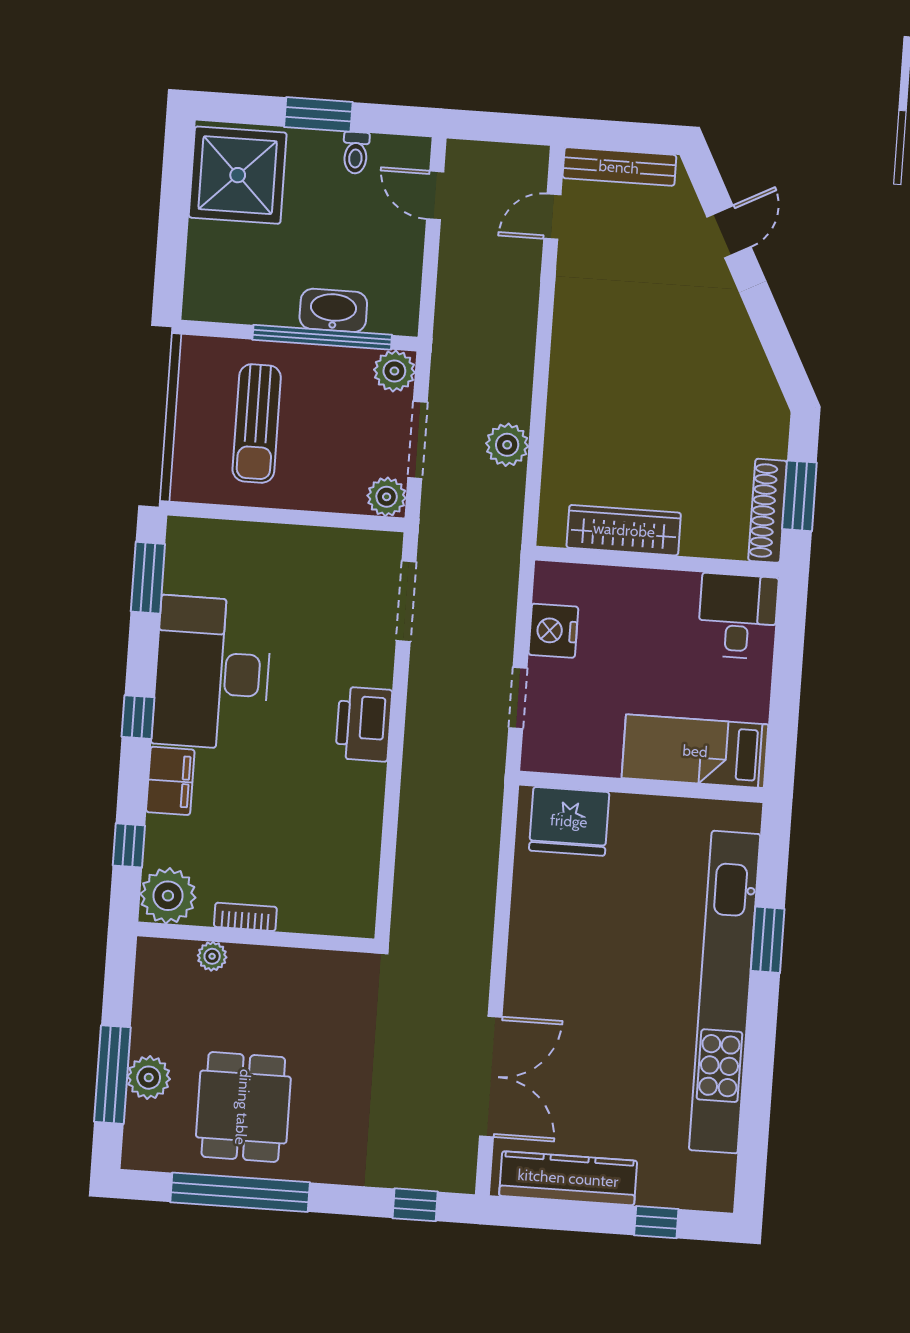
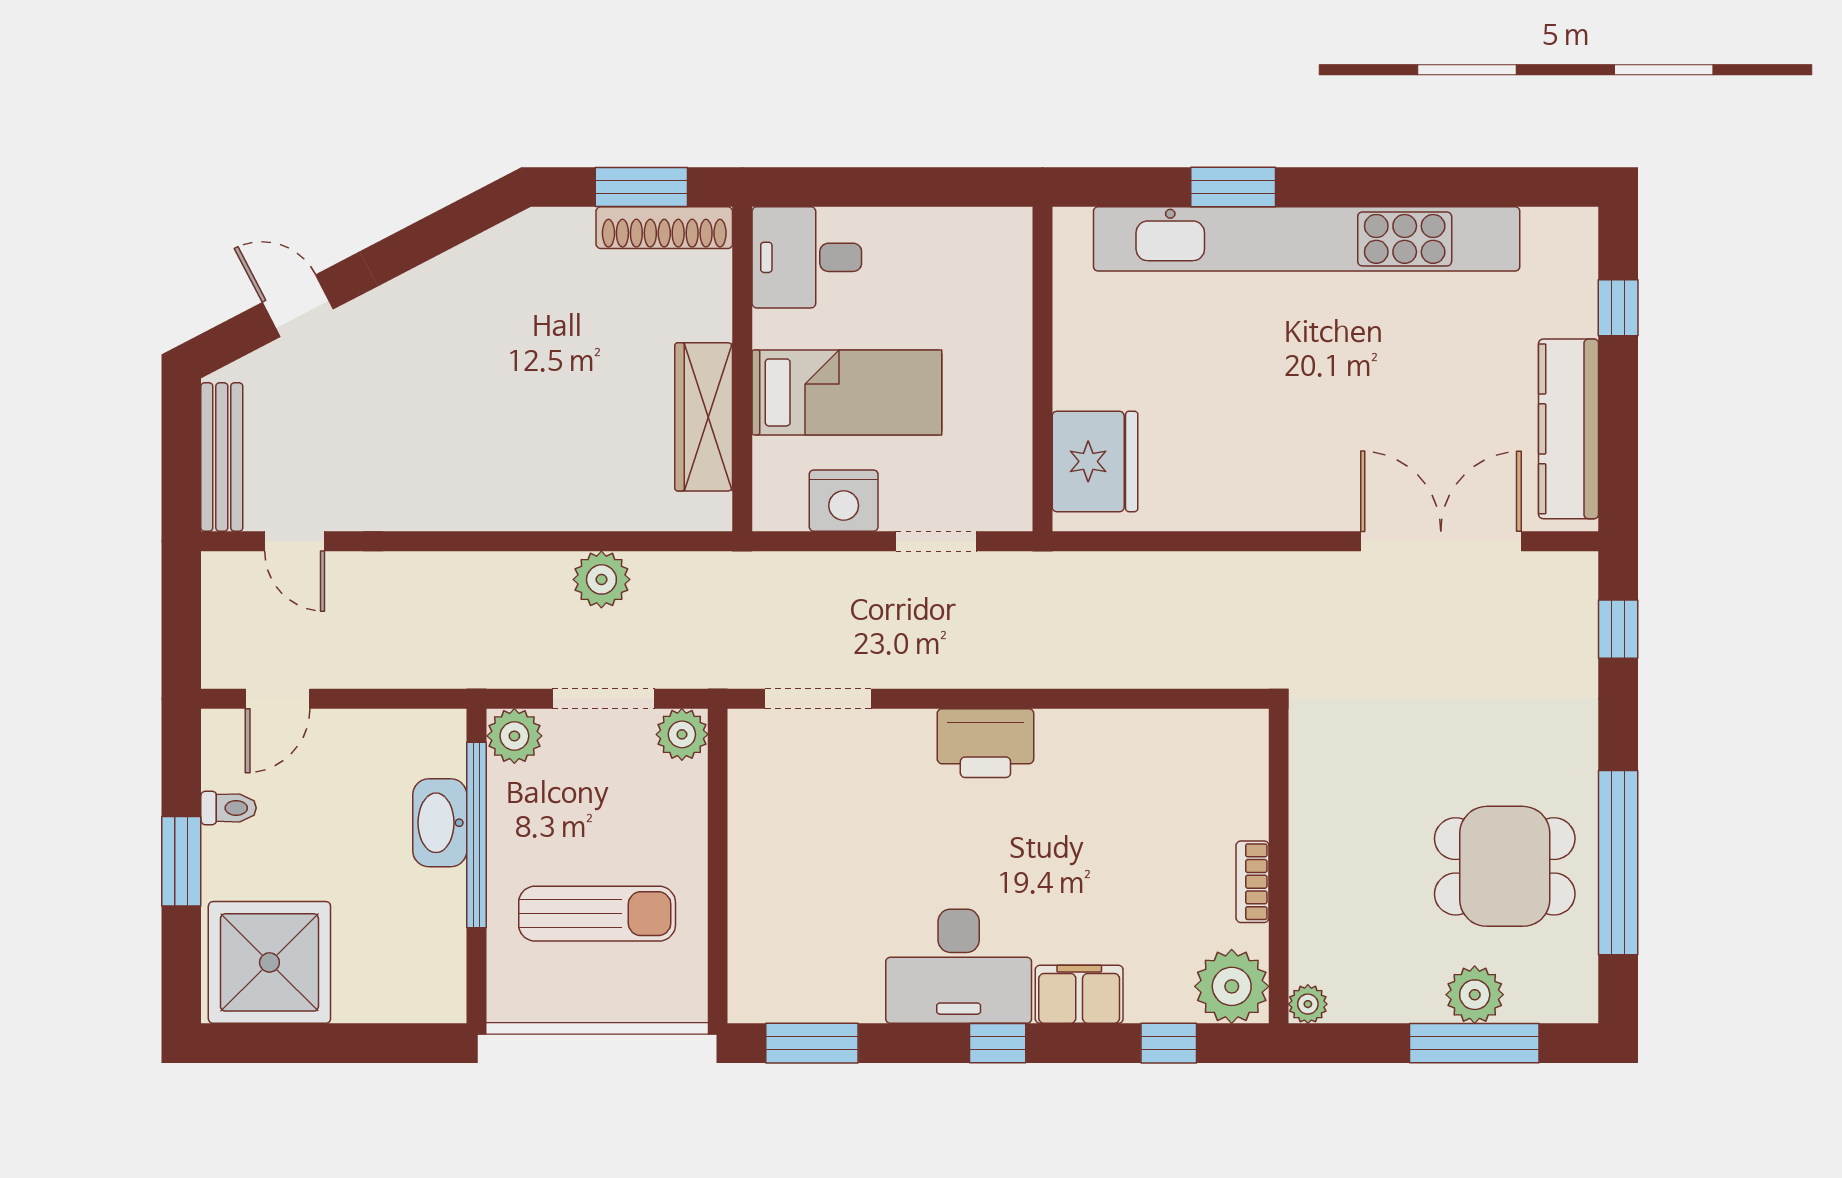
desk: (212, 673) -> (959, 966), width x0.73, depth x0.77
bed: (695, 751) -> (847, 392), moved, turned -90
plant: (212, 956) -> (1308, 1004), moved

